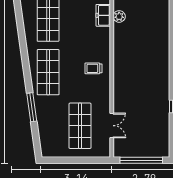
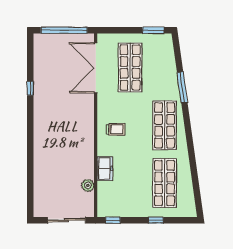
freezer: (103, 15) -> (105, 168), moved
double door: (112, 126) -> (96, 68), width x1.87
window: (59, 160) -> (153, 30), added

